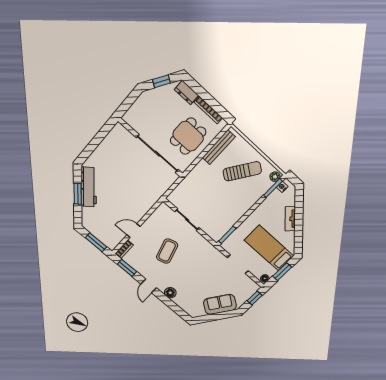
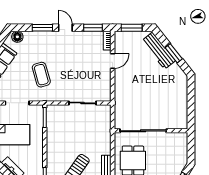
workbench: (89, 187) -> (159, 51), moved
coffee table: (167, 251) -> (41, 75), moved
floor lamp: (170, 293) -> (17, 37), moved
window: (166, 301) -> (42, 28), added

